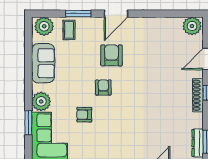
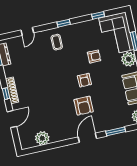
plant: (192, 26) -> (42, 138), moved
coffee table: (69, 30) -> (57, 42), moved

